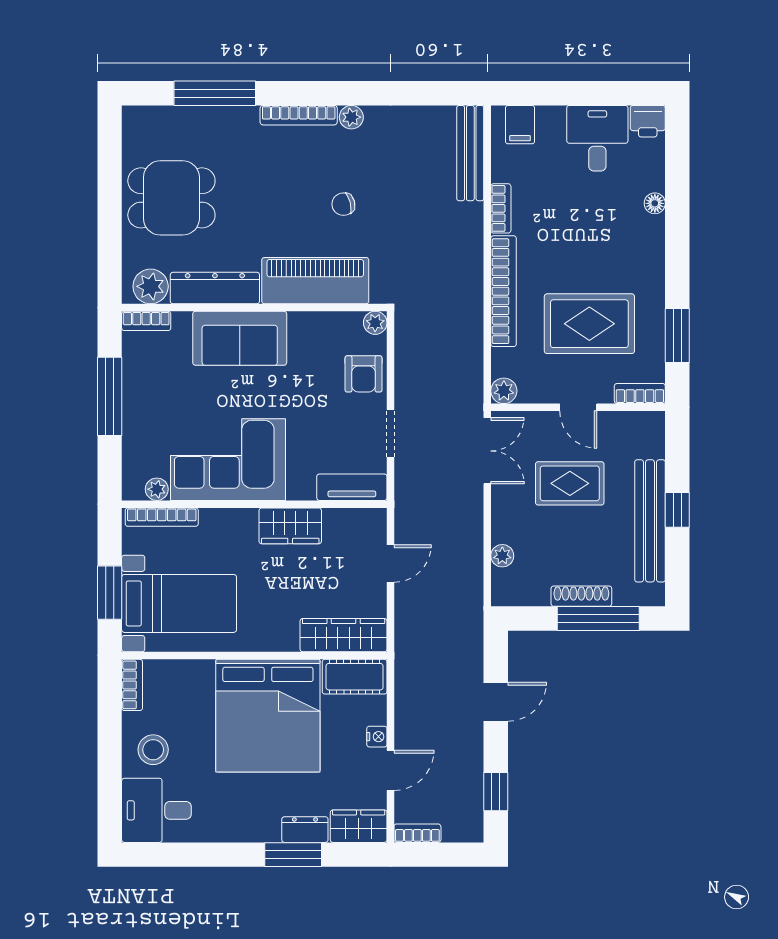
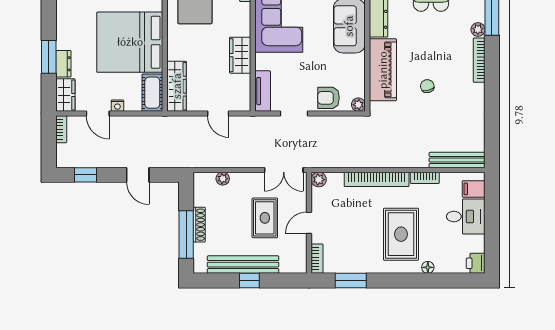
plant: (351, 117) -> (478, 29), moved
desk: (597, 138) -> (466, 217), moved
rug: (589, 324) -> (401, 234), moved

